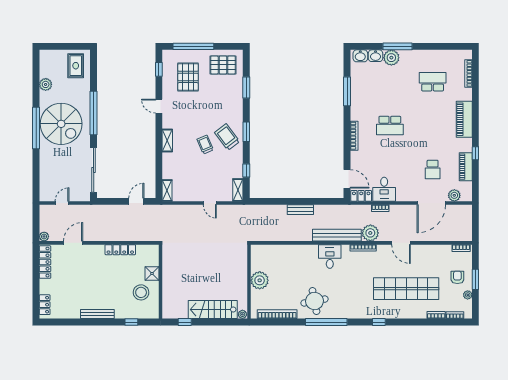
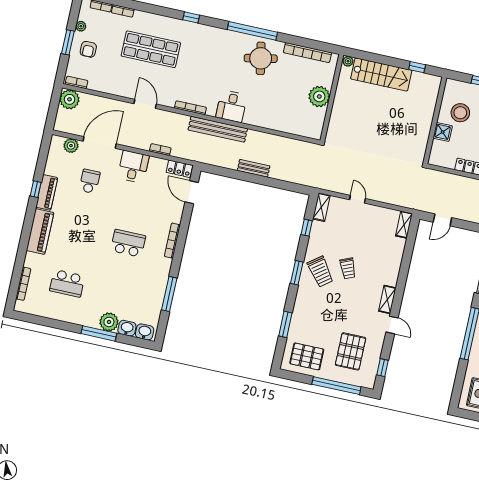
shelving: (167, 140) -> (387, 299), moved
piano: (466, 167) -> (47, 192), moved
desk: (384, 189) -> (133, 167), moved
plant: (370, 233) -> (70, 99), moved
shop shelf: (406, 289) -> (151, 49), width x0.71

